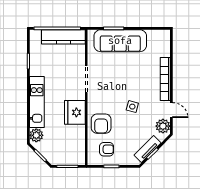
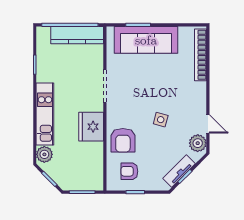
bookcase: (165, 79) -> (200, 55), moved
armchair: (107, 149) -> (129, 171), turned 180

